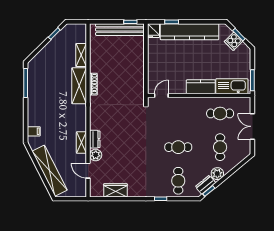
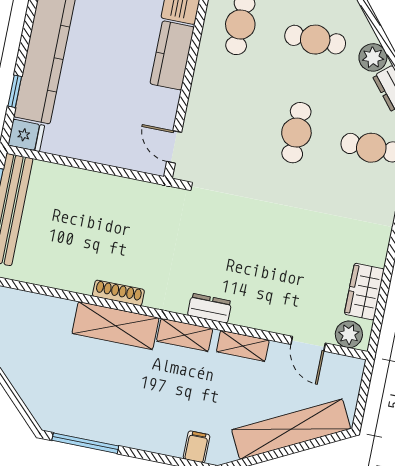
shelving: (81, 55) -> (185, 335), moved
dresser: (95, 139) -> (210, 308), moved
plant: (96, 155) -> (349, 334), moved
door: (88, 171) -> (308, 344), hinge flipped

